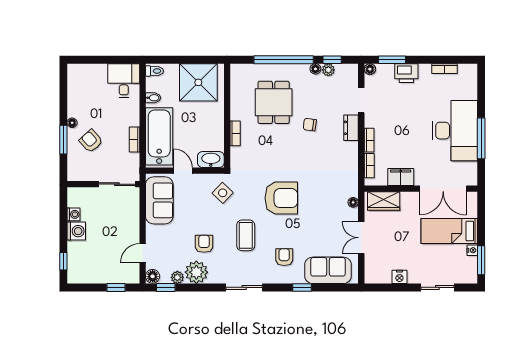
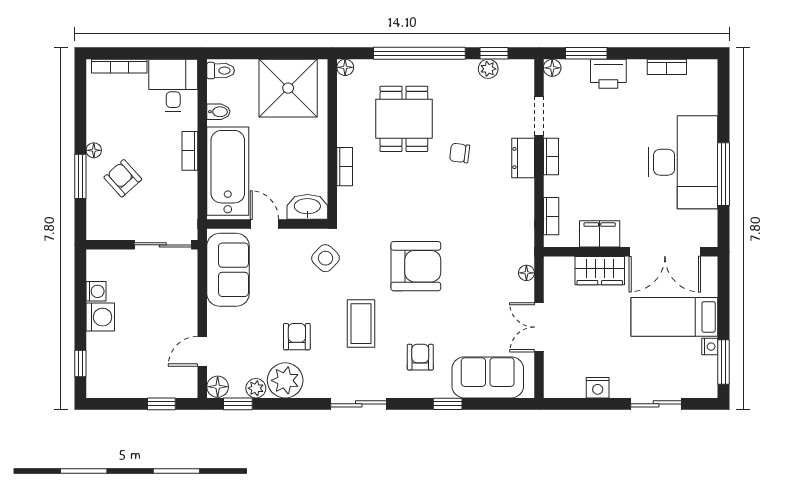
bookcase: (89, 68) -> (119, 66), added
floor lamp: (315, 69) -> (345, 67), moved
bookcase: (134, 139) -> (190, 151), moved
bookcase: (369, 140) -> (551, 157), moved
wardrobe: (384, 201) -> (600, 271), moved

